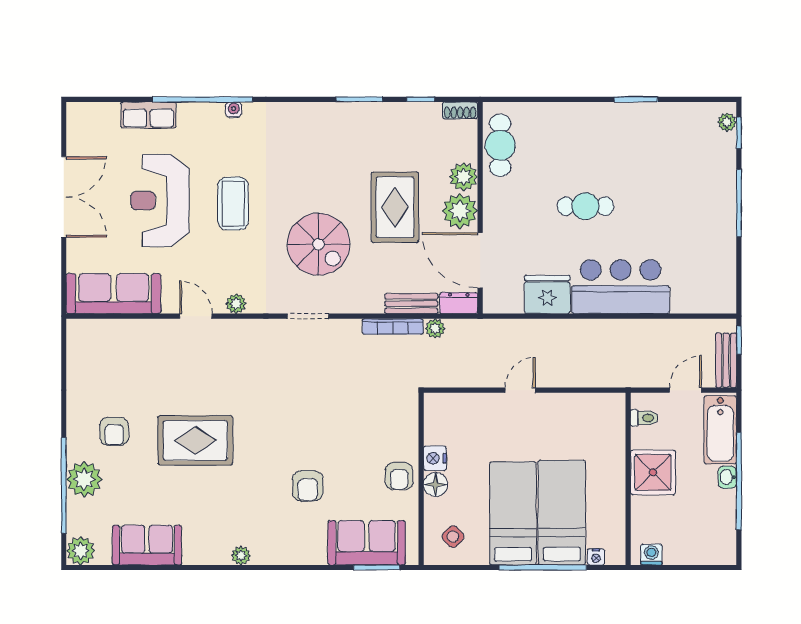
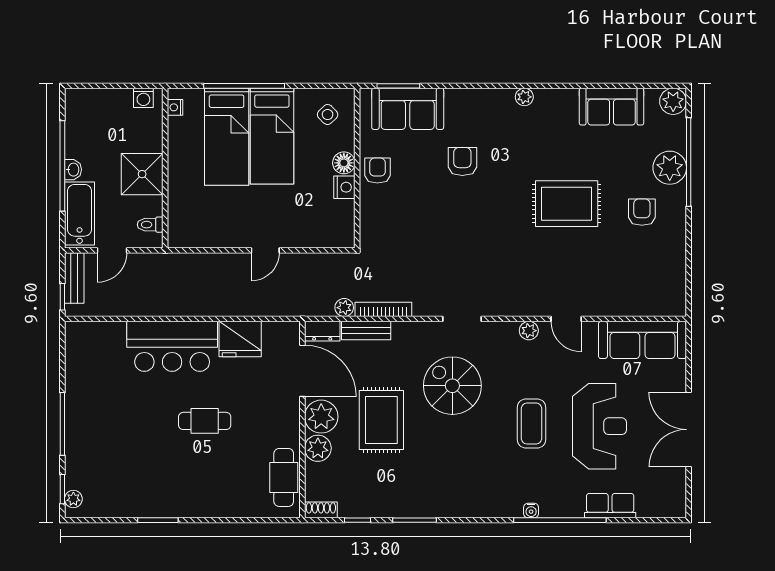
nightstand: (596, 557) -> (175, 107), moved, turned -90

